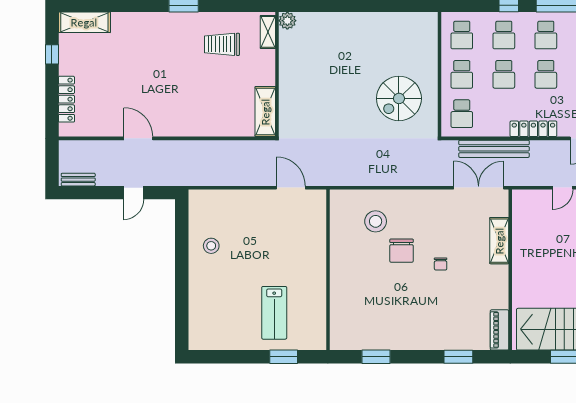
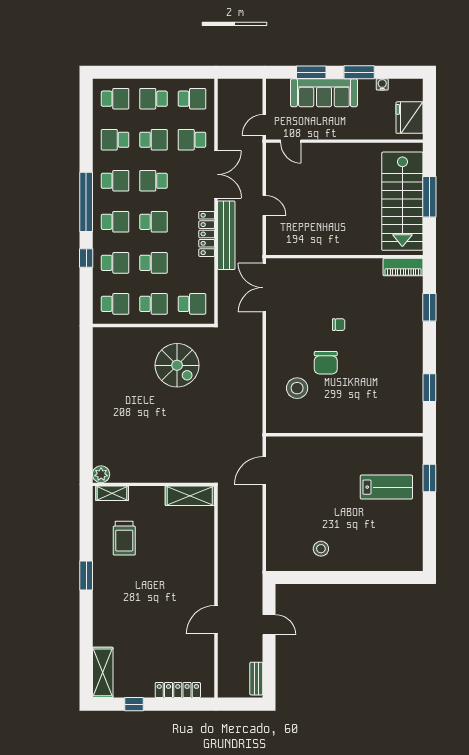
bench: (494, 149) -> (226, 235), moved
shelving: (499, 241) -> (316, 267), removed
chair: (402, 251) -> (326, 363), turned 90

